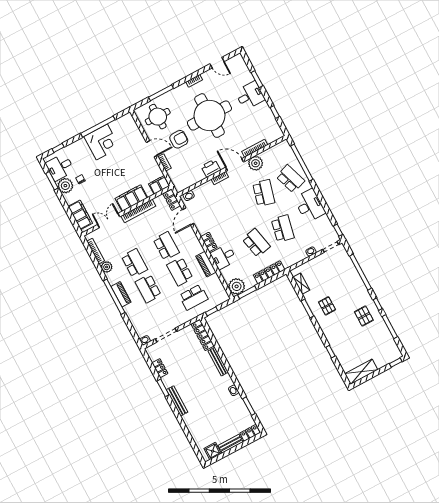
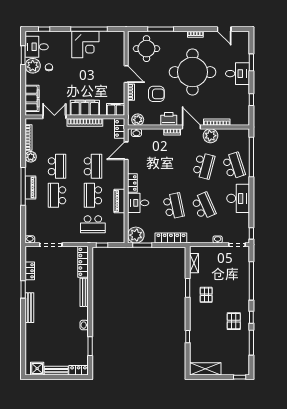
armchair: (179, 139) -> (156, 94), moved
plant: (184, 184) -> (138, 120), added
school desk: (283, 229) -> (204, 206), turned -36

